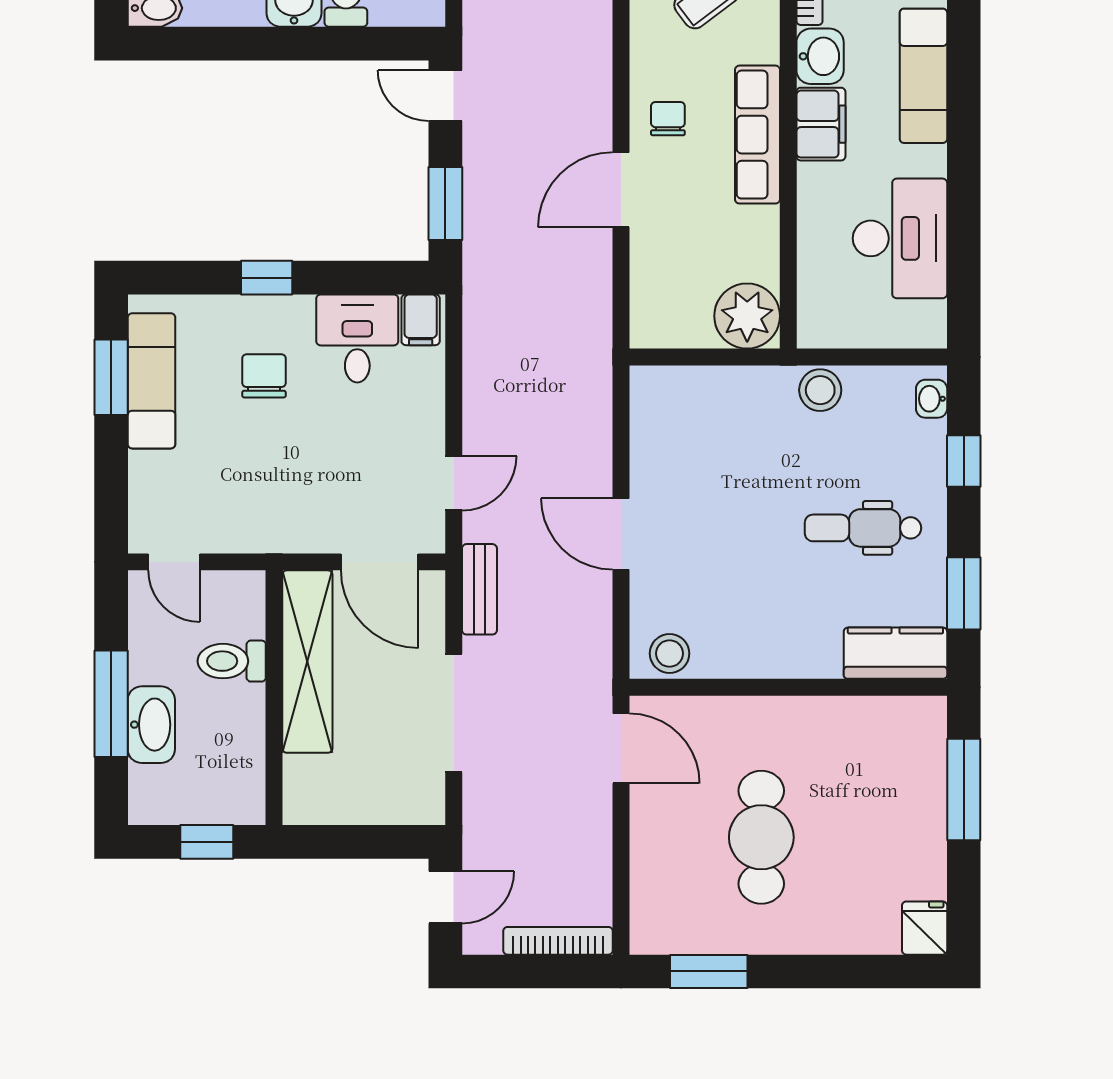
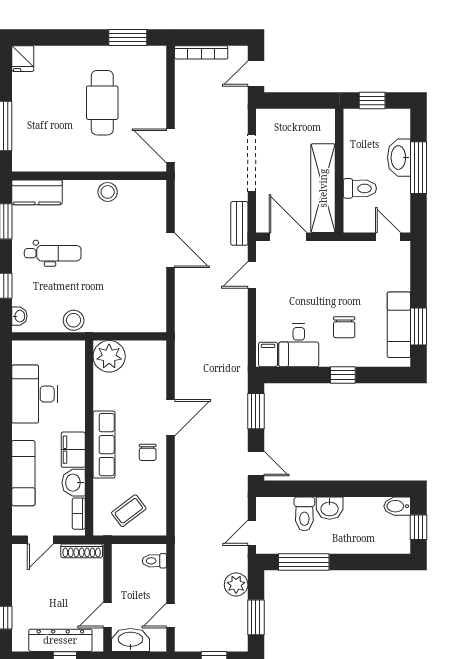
stool: (670, 653) -> (108, 192), moved

